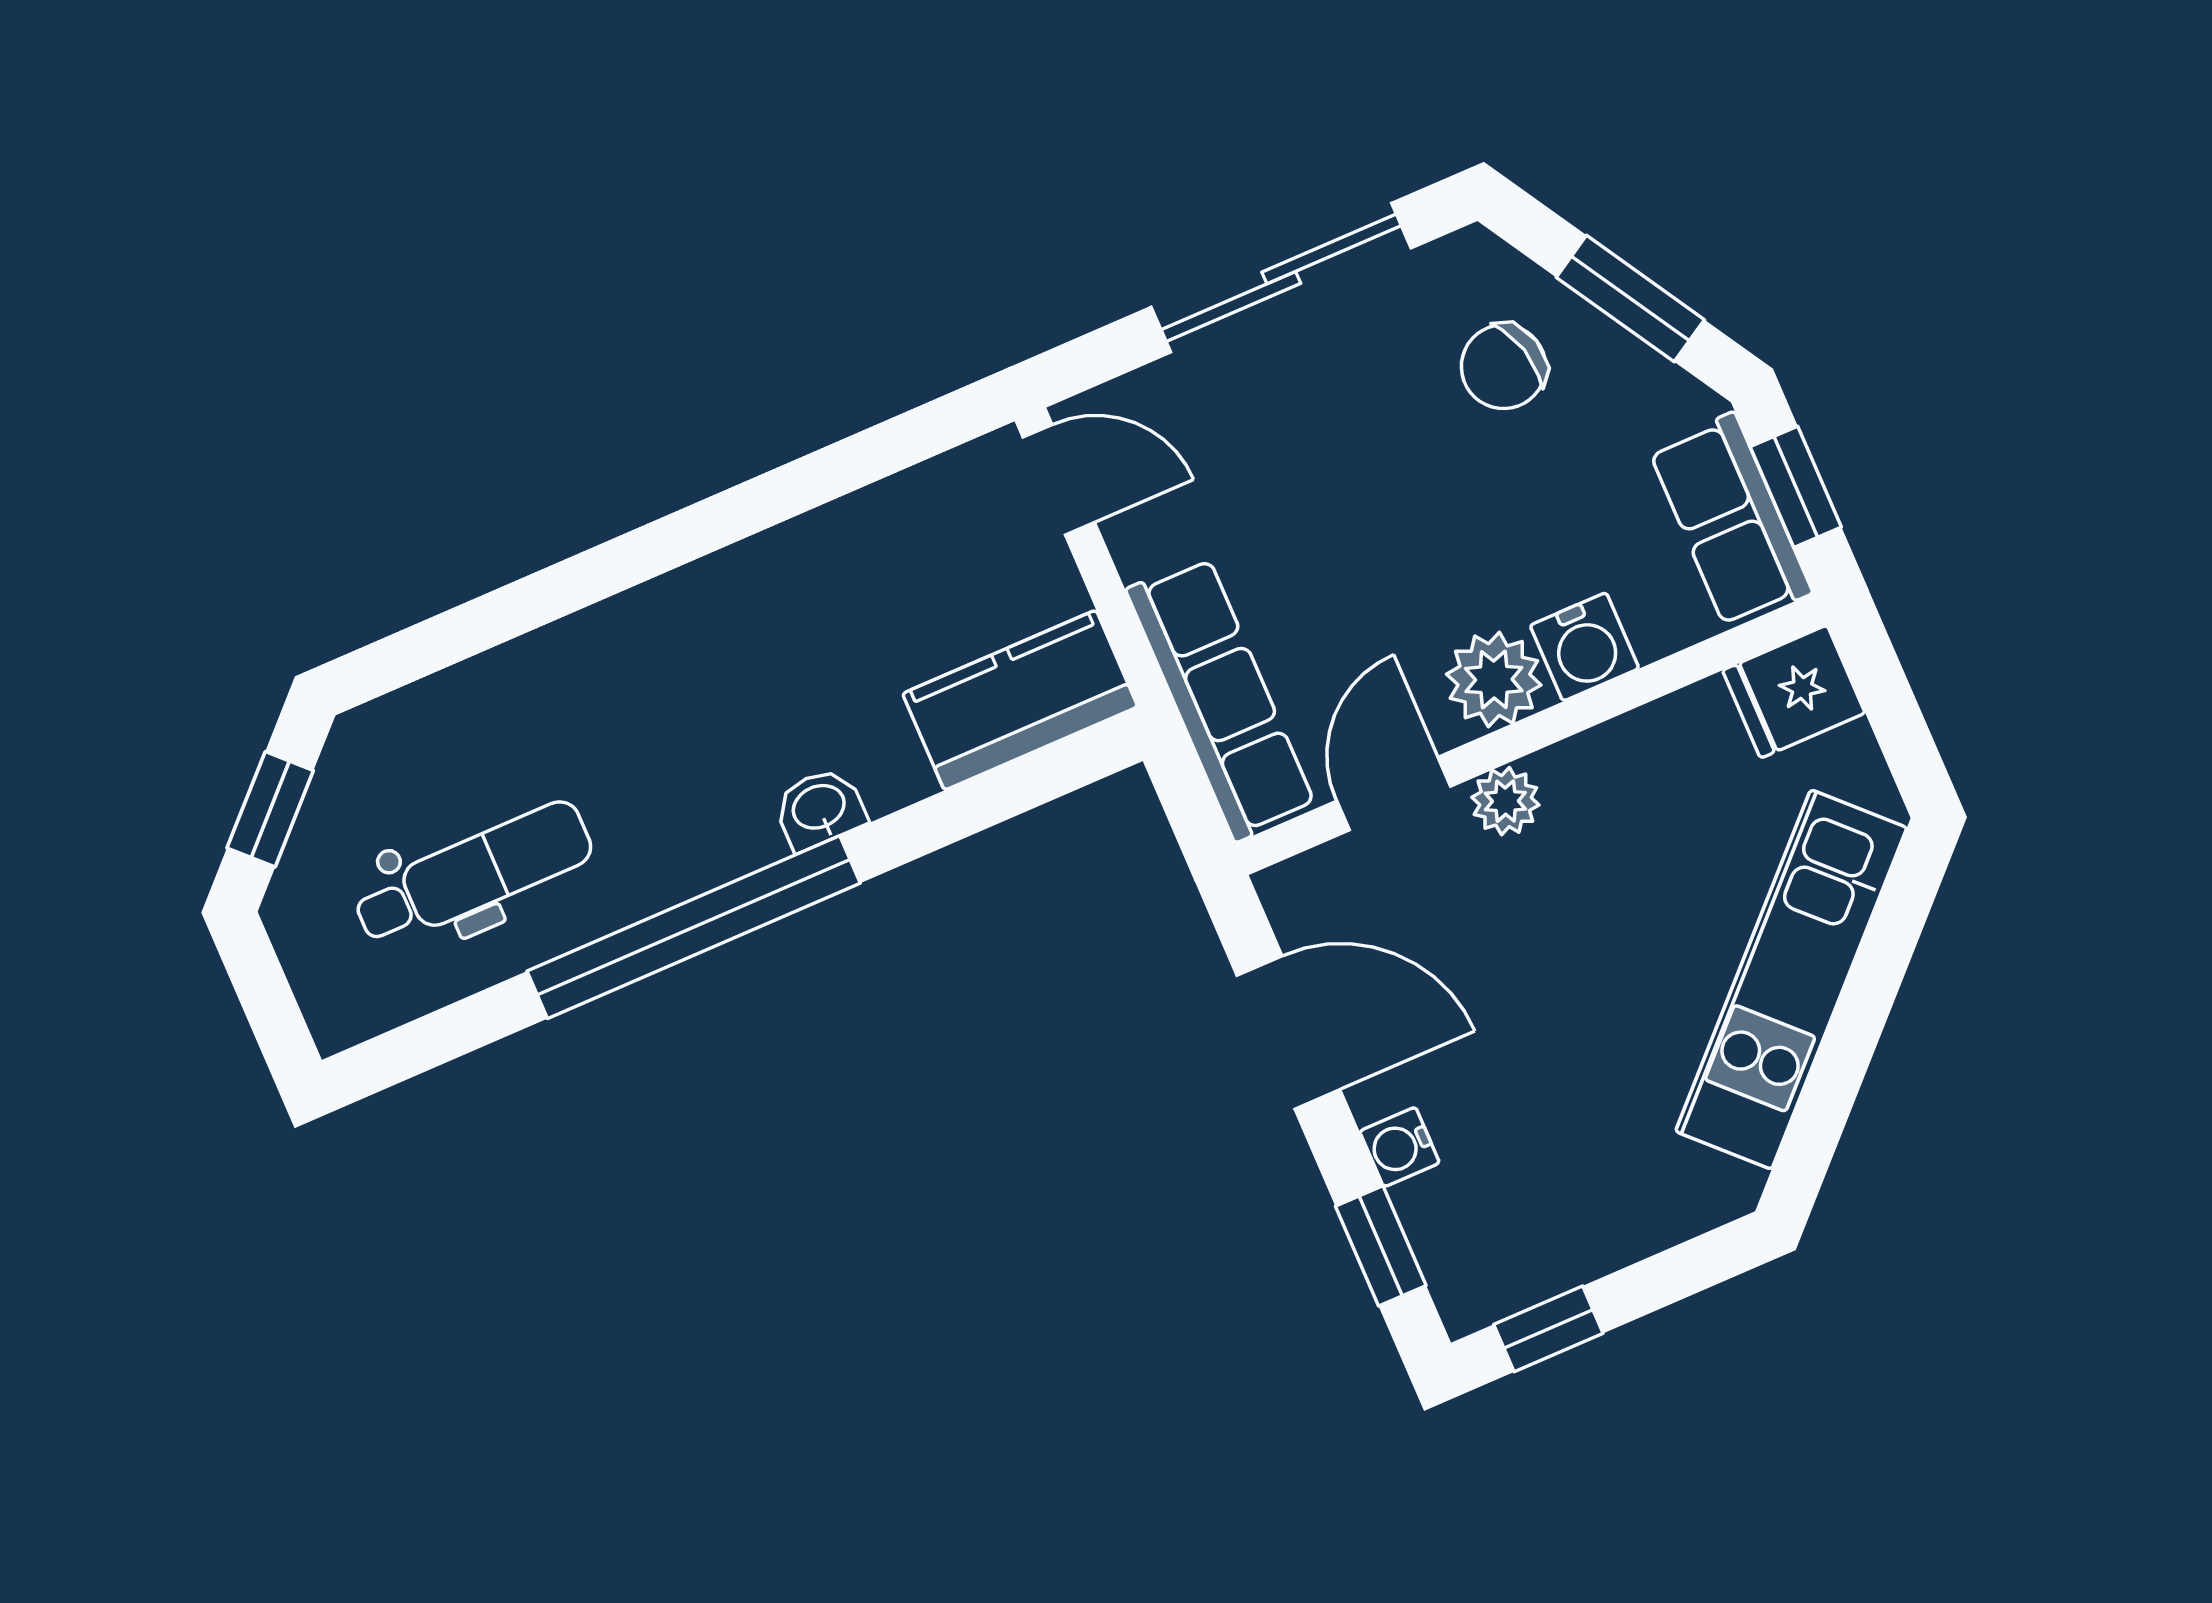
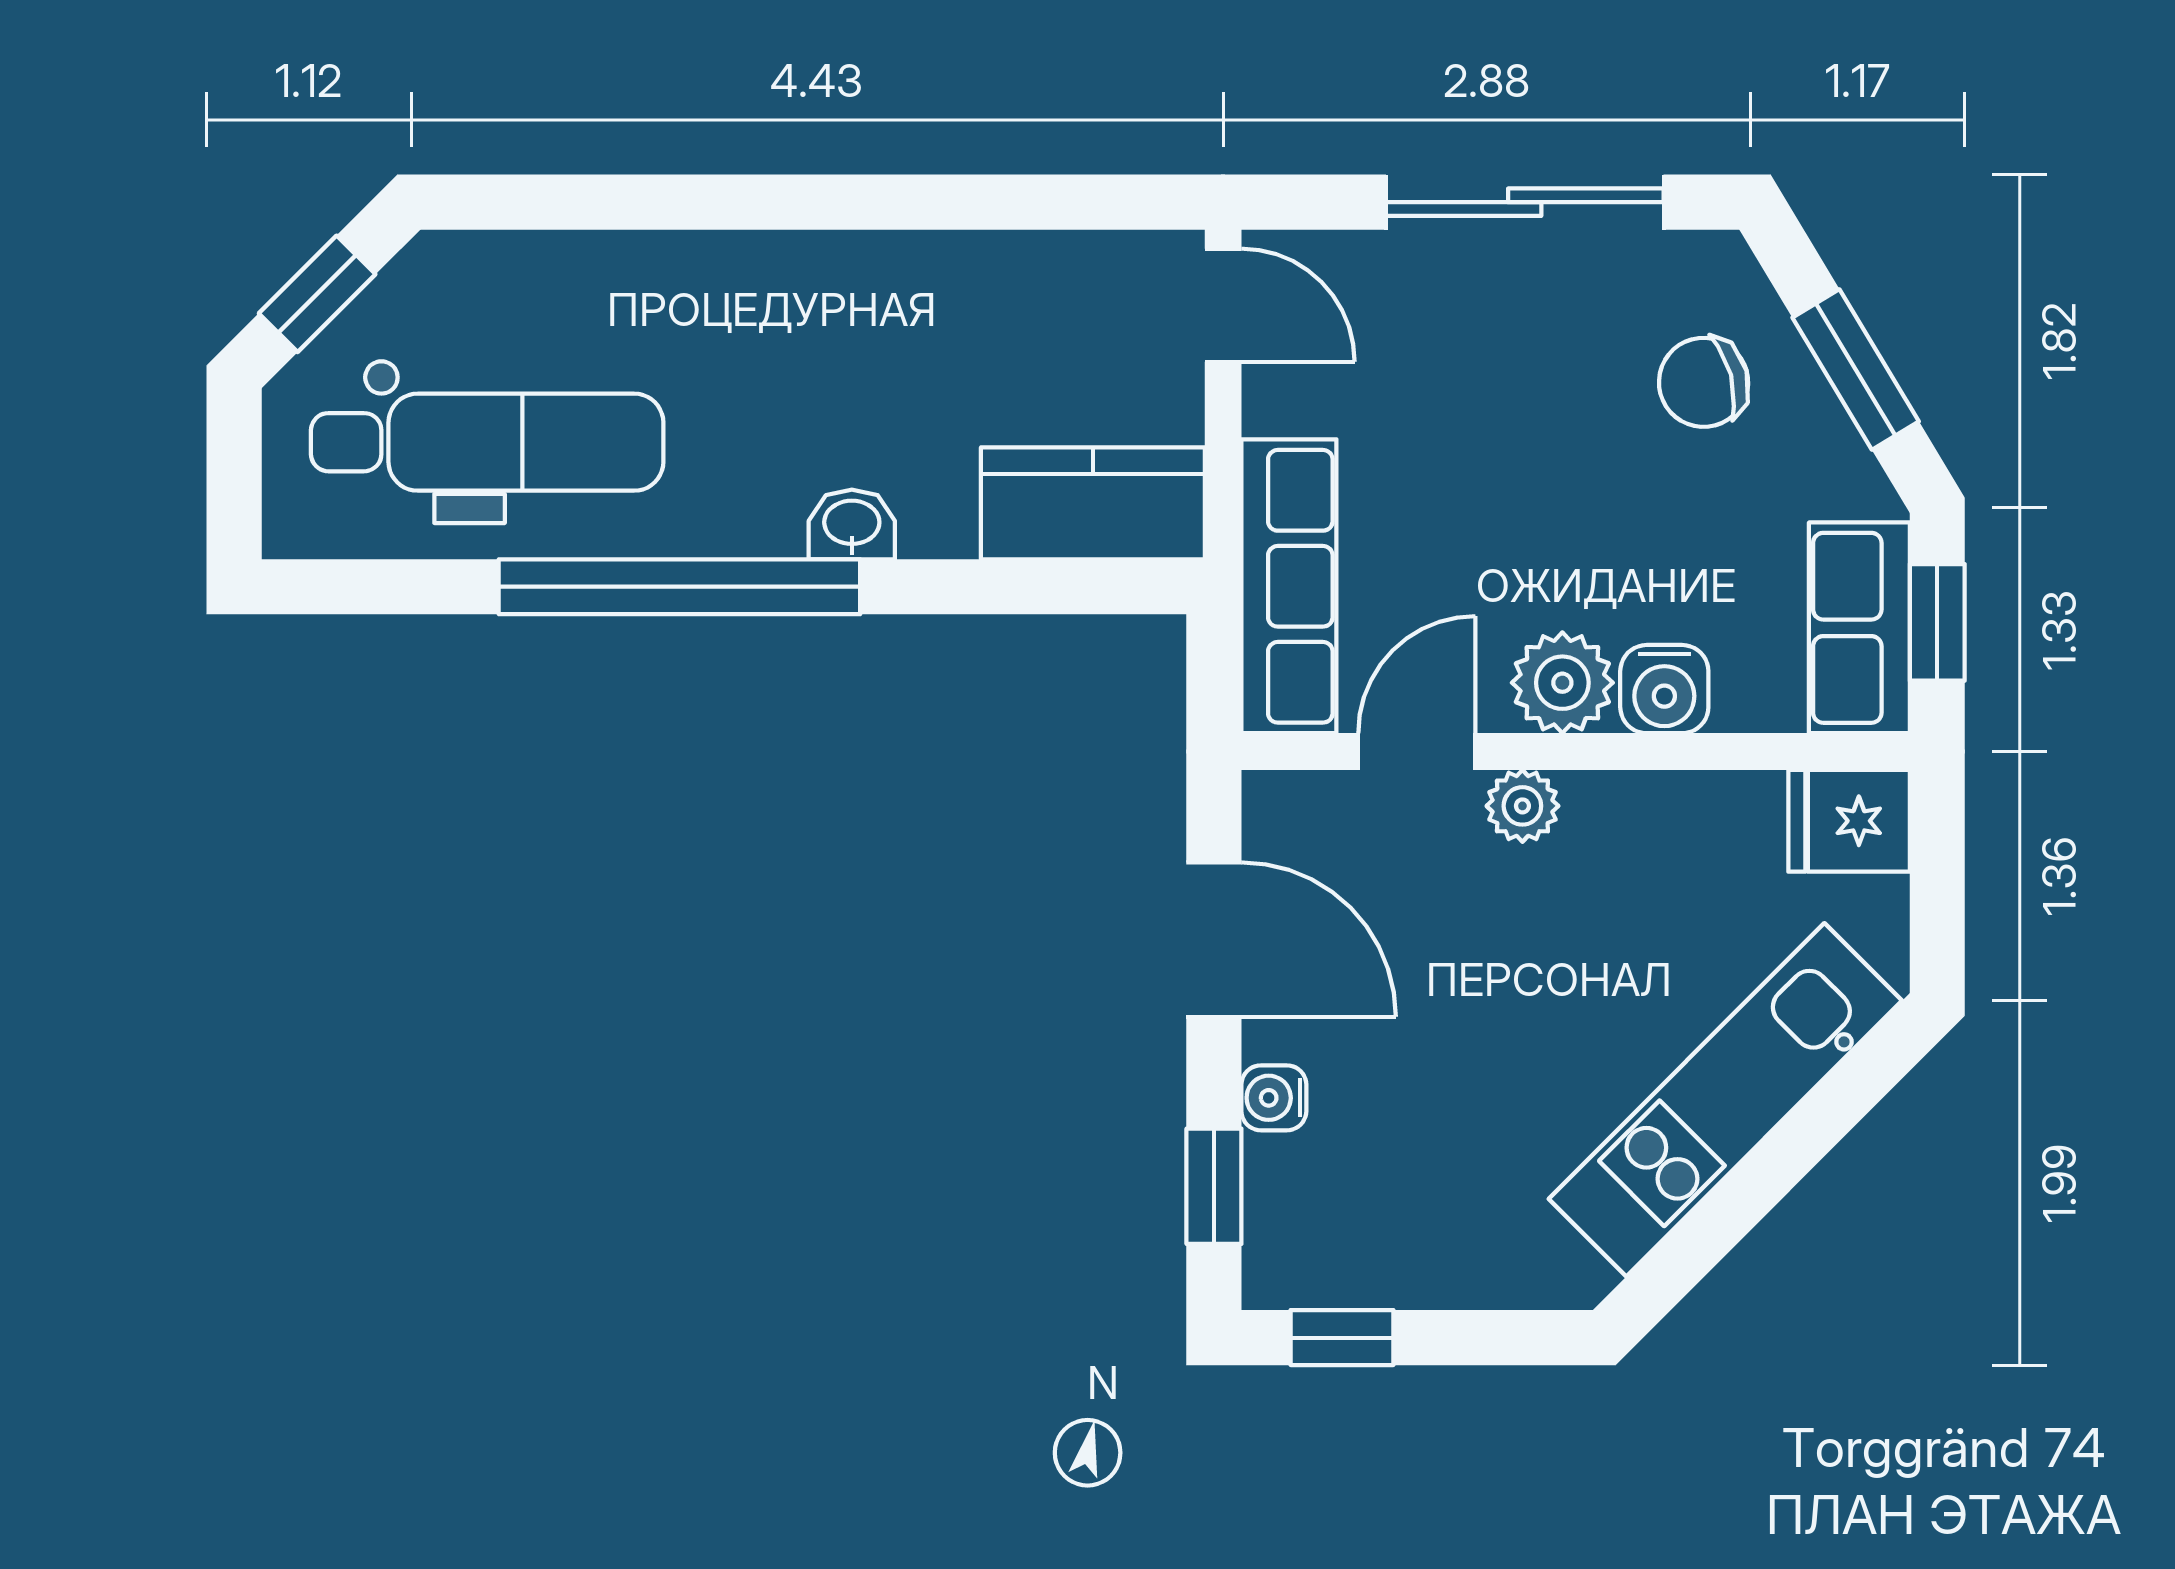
dental chair: (473, 874) -> (487, 442), width x1.36, depth x1.38

